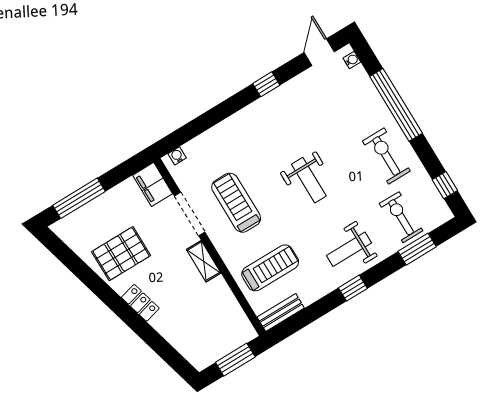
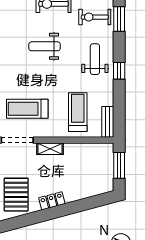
weight bench: (309, 180) -> (45, 46), moved, turned 180
weight bench: (349, 249) -> (95, 59), turned 180

